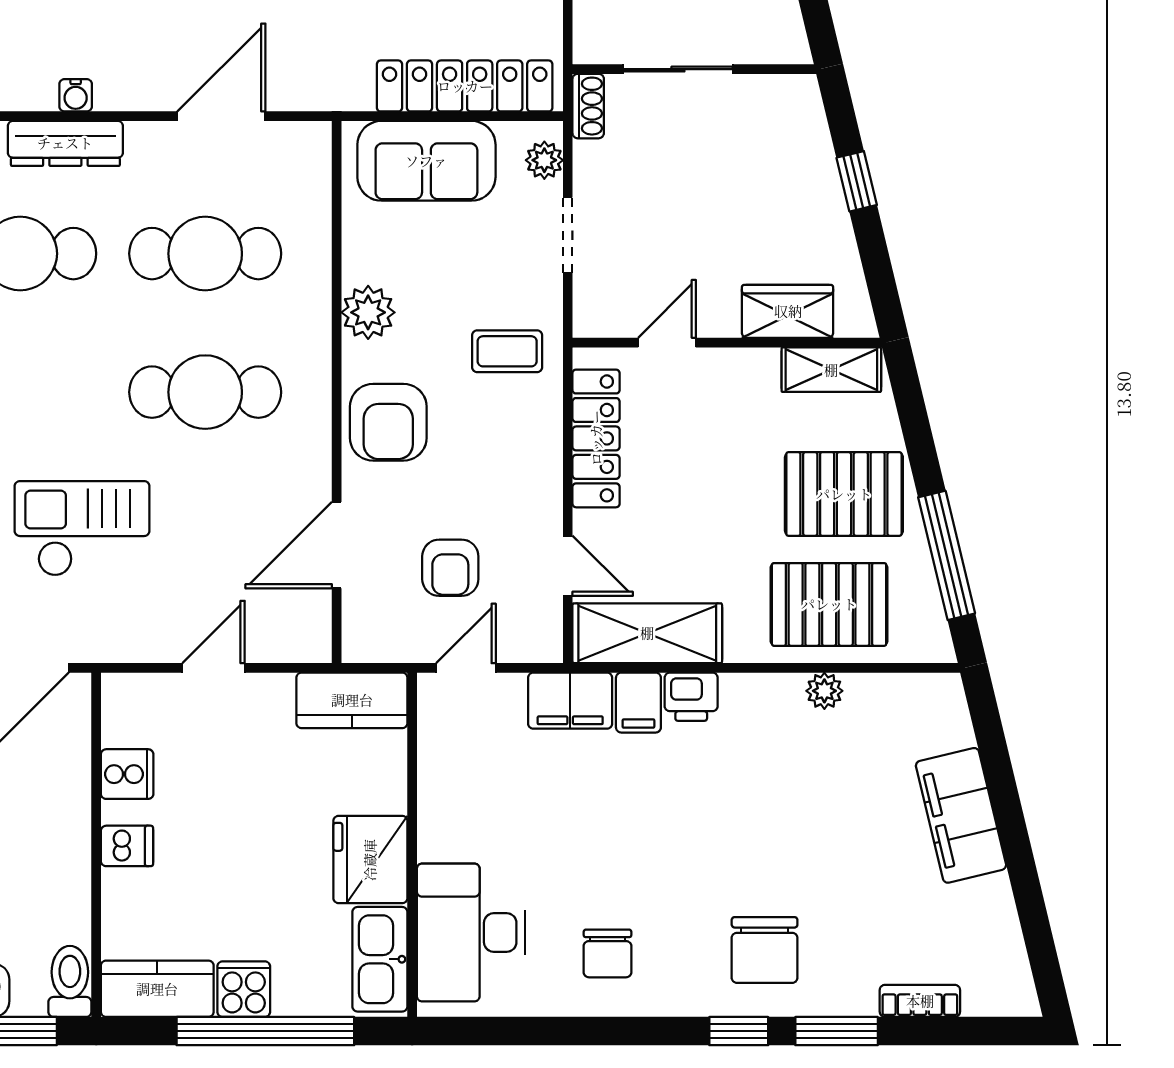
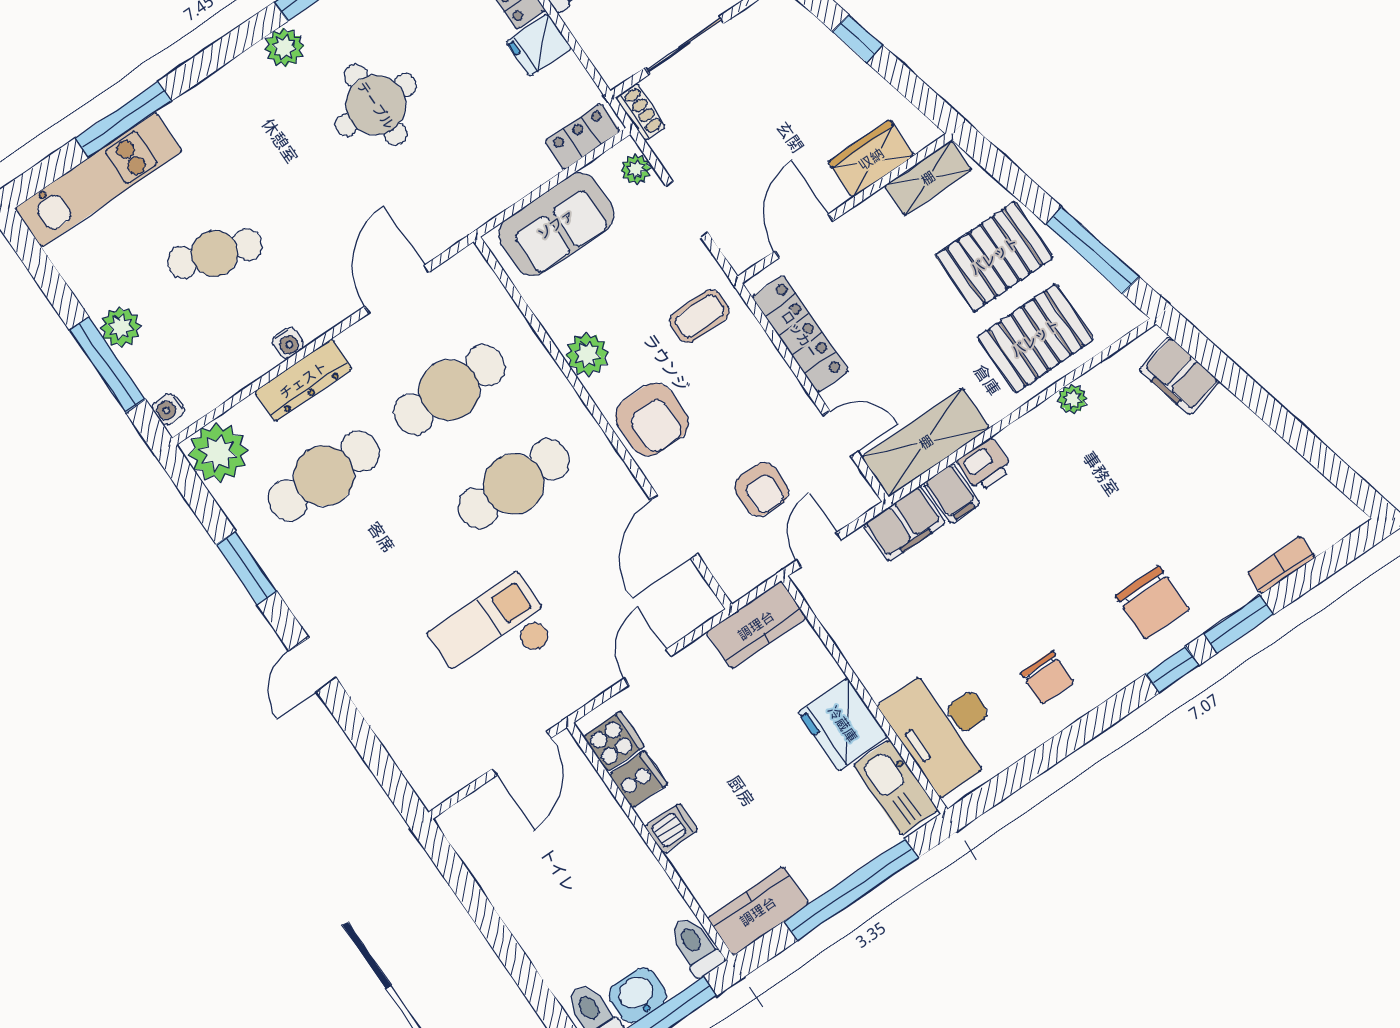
locker: (465, 86) -> (582, 136), width x0.46, depth x0.83
door: (667, 343) -> (804, 236), width x1.37
filing cabinet: (961, 815) -> (1179, 376), moved, width x0.67, depth x0.86
cooker: (244, 989) -> (614, 741), moved, turned 90

